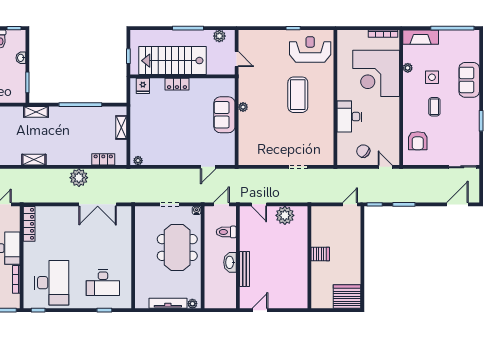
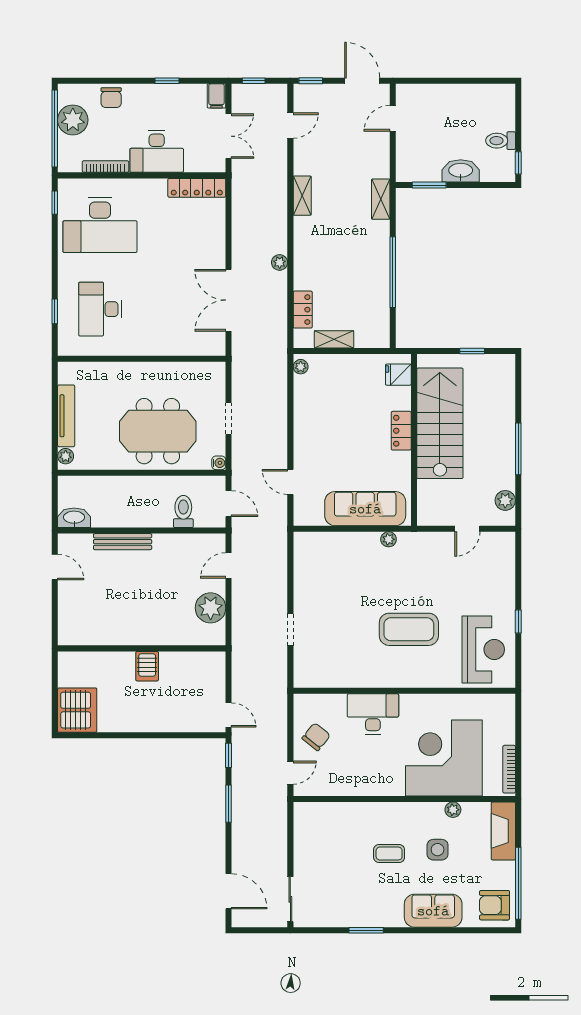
washbasin: (21, 58) -> (461, 171), width x1.91, depth x1.45
stairs: (172, 61) -> (440, 423), moved
wall: (183, 76) -> (414, 440), moved
locker: (177, 84) -> (401, 431), moved
fridge: (143, 86) -> (398, 375), moved
sofa: (224, 115) -> (365, 509), width x1.36
shelving: (121, 127) -> (334, 339), moved
armchair: (418, 141) -> (495, 905), moved
plant: (79, 178) -> (280, 262), width x0.53, depth x0.53
washbasin: (230, 262) -> (74, 518), moved

